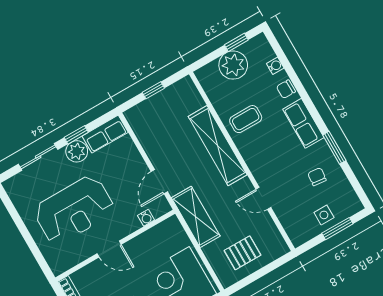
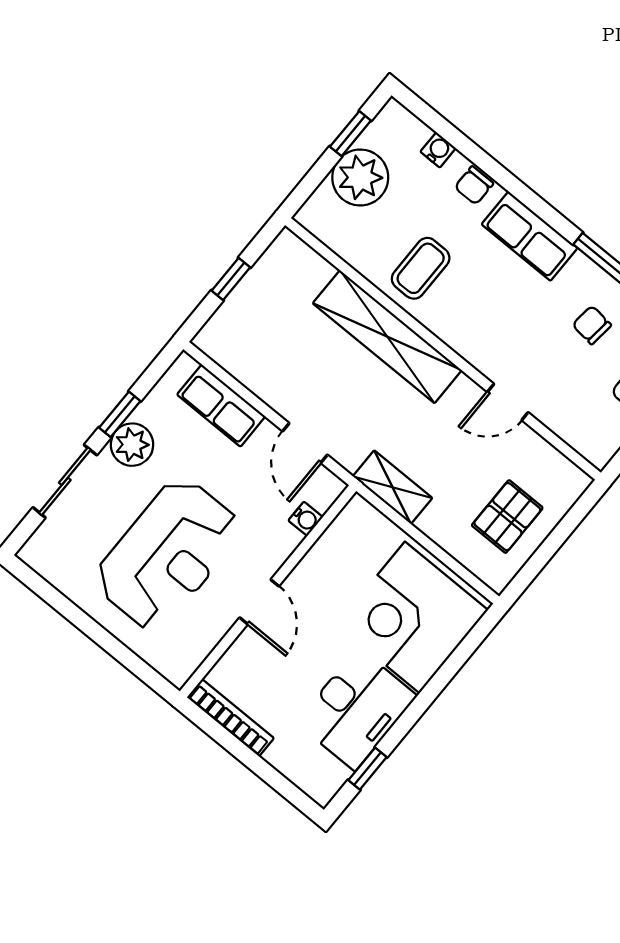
row of seats: (105, 134) -> (221, 405), moved, turned 90
shelving: (196, 217) -> (393, 487), width x0.67, depth x0.75
door: (109, 249) -> (259, 602), hinge flipped

